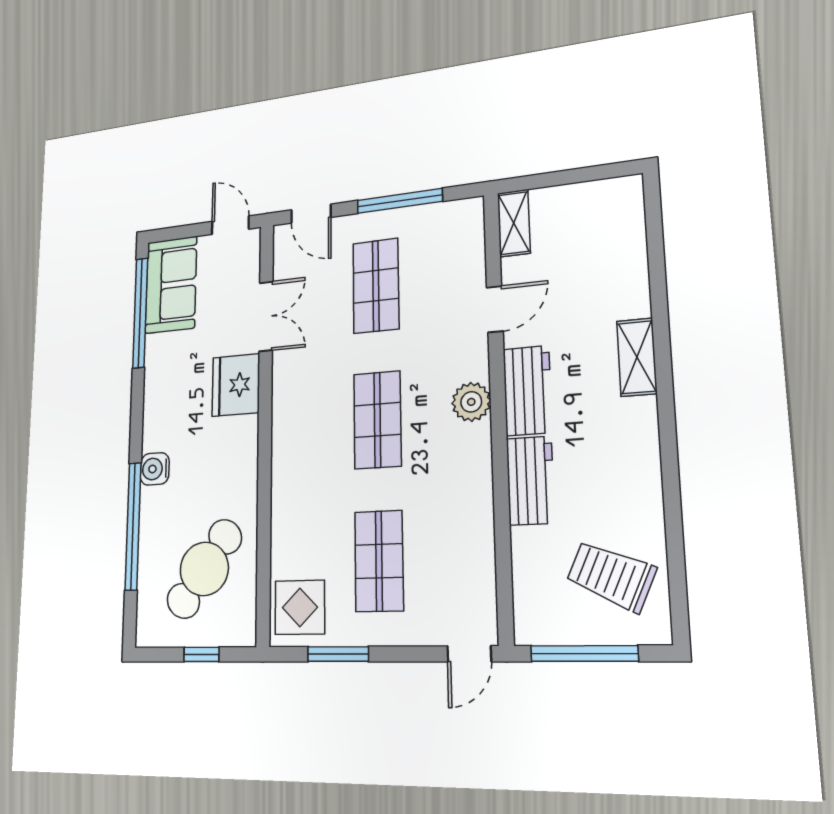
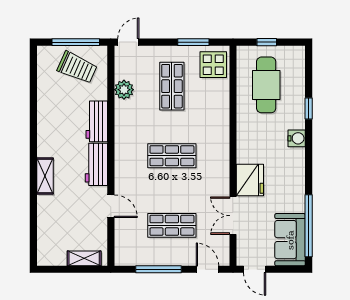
shelving: (514, 223) -> (84, 258), moved, turned 90
shop shelf: (376, 286) -> (172, 225), turned 90
door: (495, 309) -> (111, 206), swing flipped
plant: (471, 402) -> (124, 90), moved
shop shelf: (377, 420) -> (172, 156), turned 90
window: (133, 526) -> (309, 109), width x0.32
cafe table: (204, 569) -> (266, 85), turned -36
trolley: (611, 576) -> (77, 68), moved

